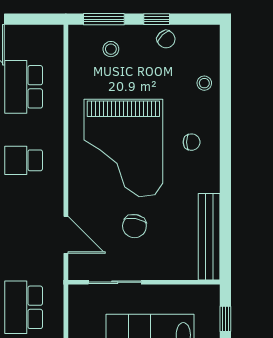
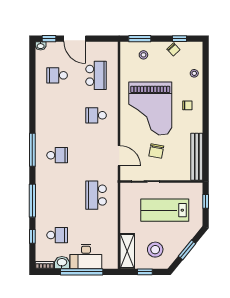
window: (157, 19) -> (179, 39), moved
school desk: (24, 87) -> (96, 75), turned 180

